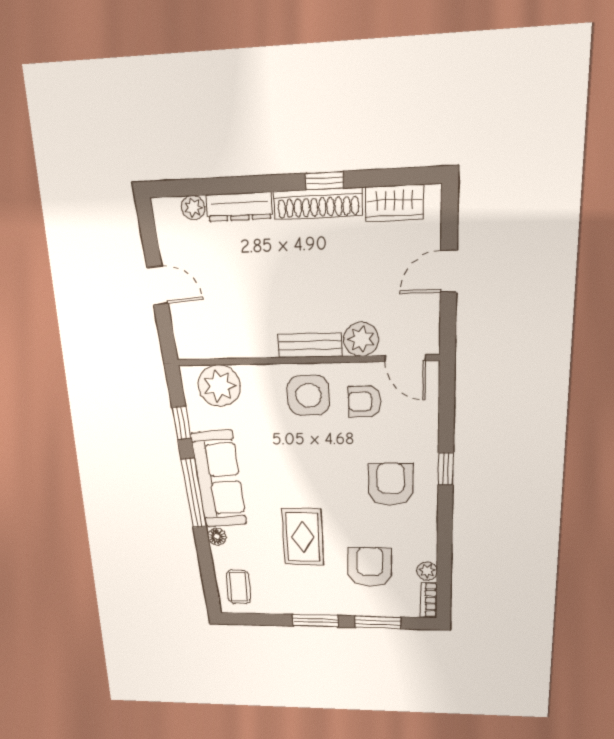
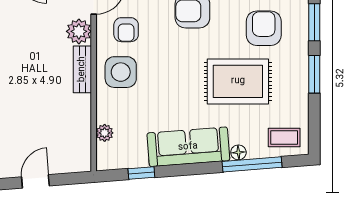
plant: (219, 386) -> (105, 133), width x0.53, depth x0.53
window: (194, 493) -> (252, 164), moved
rug: (303, 537) -> (238, 81), width x1.36, depth x1.43
armchair: (370, 567) -> (264, 28), turned 89

